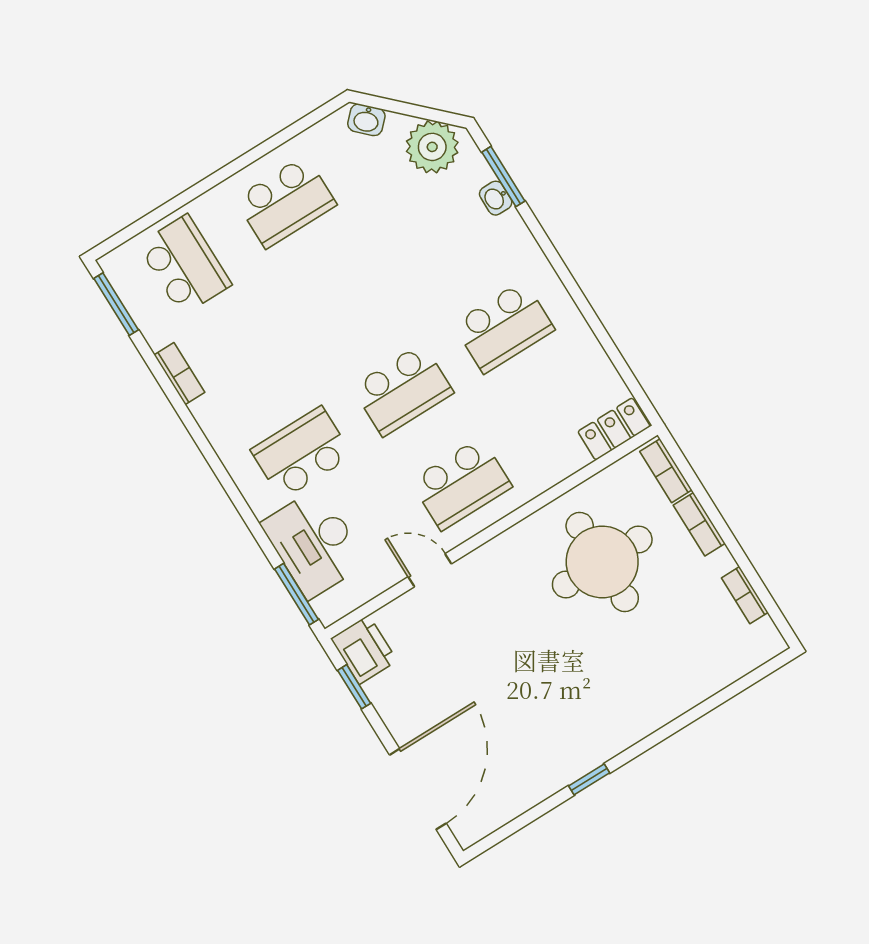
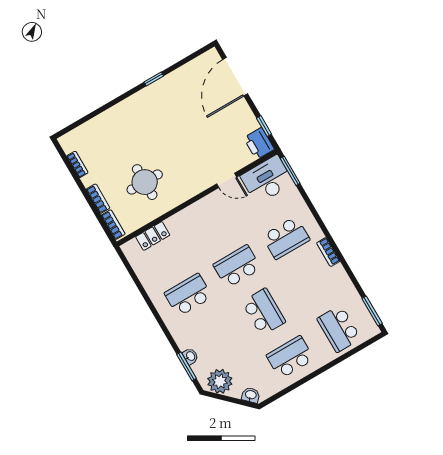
bookcase: (179, 374) -> (328, 252), moved
locker: (614, 429) -> (153, 236), moved
school desk: (461, 484) -> (264, 312), moved, turned 90
desk: (314, 543) -> (267, 180), moved, turned -90
round table: (602, 562) -> (145, 182), width x0.73, depth x0.73

